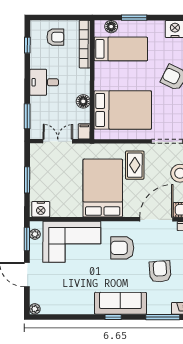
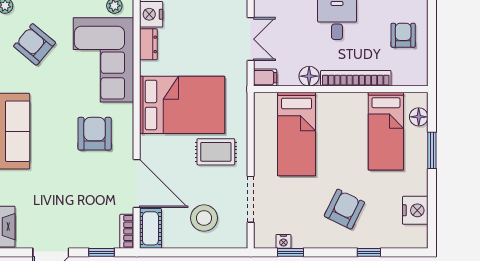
armchair: (55, 37) -> (403, 35), turned 180
bookcase: (85, 44) -> (356, 78), moved
bed: (123, 110) -> (297, 134), width x0.67
dresser: (61, 211) -> (148, 44), added
armchair: (160, 271) -> (34, 44), moved, turned -136

